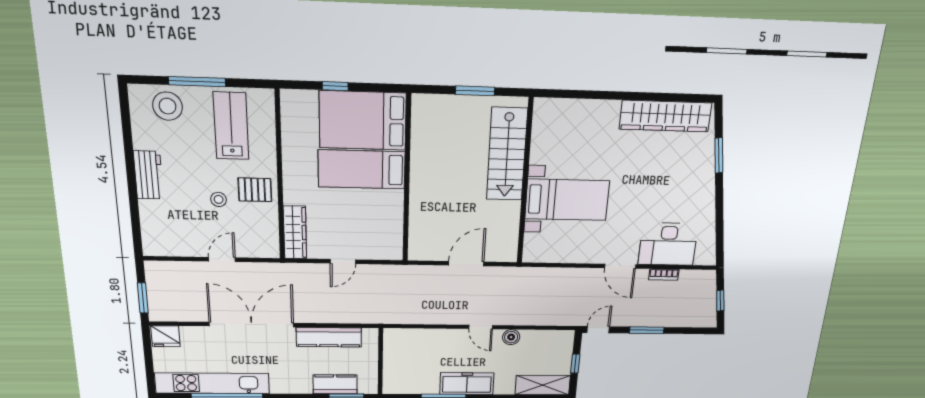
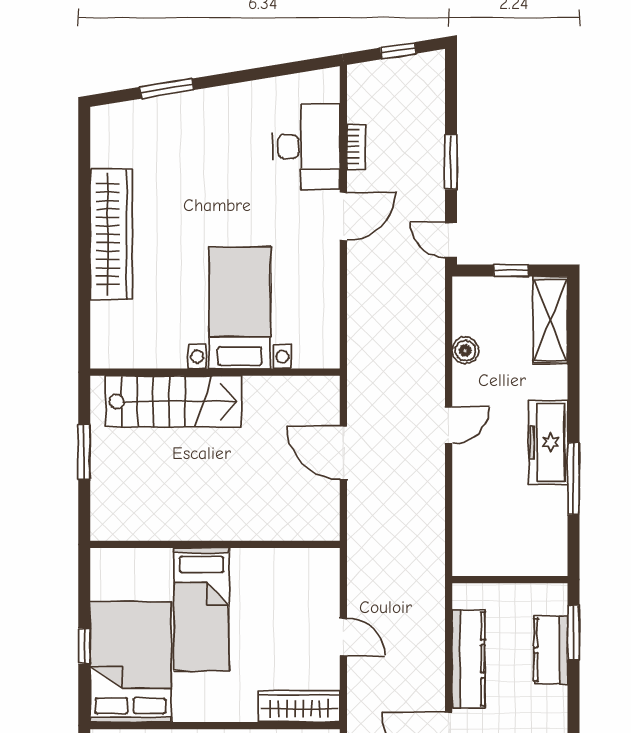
wardrobe: (665, 116) -> (111, 234), moved
bed: (363, 121) -> (131, 662), moved, turned 180
boiler: (511, 337) -> (465, 350), moved

